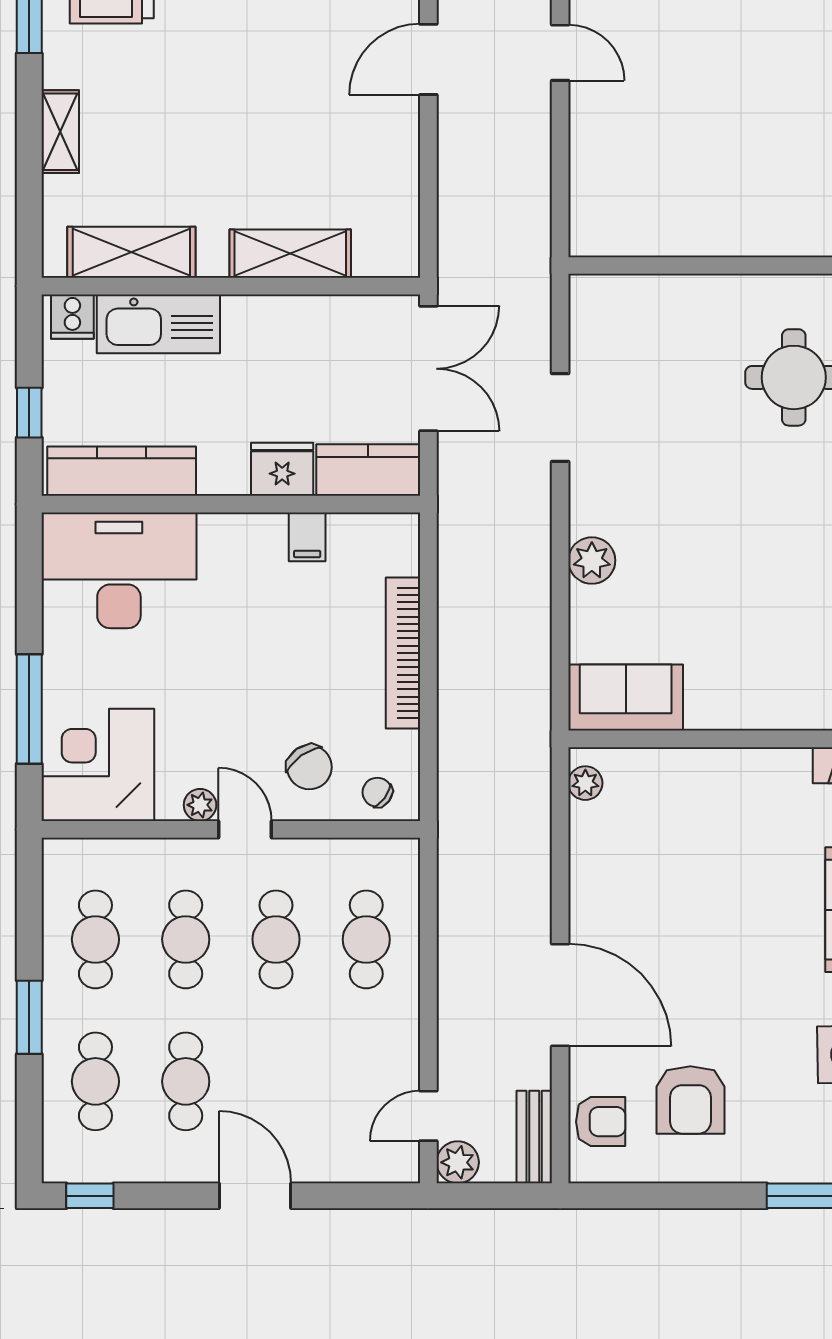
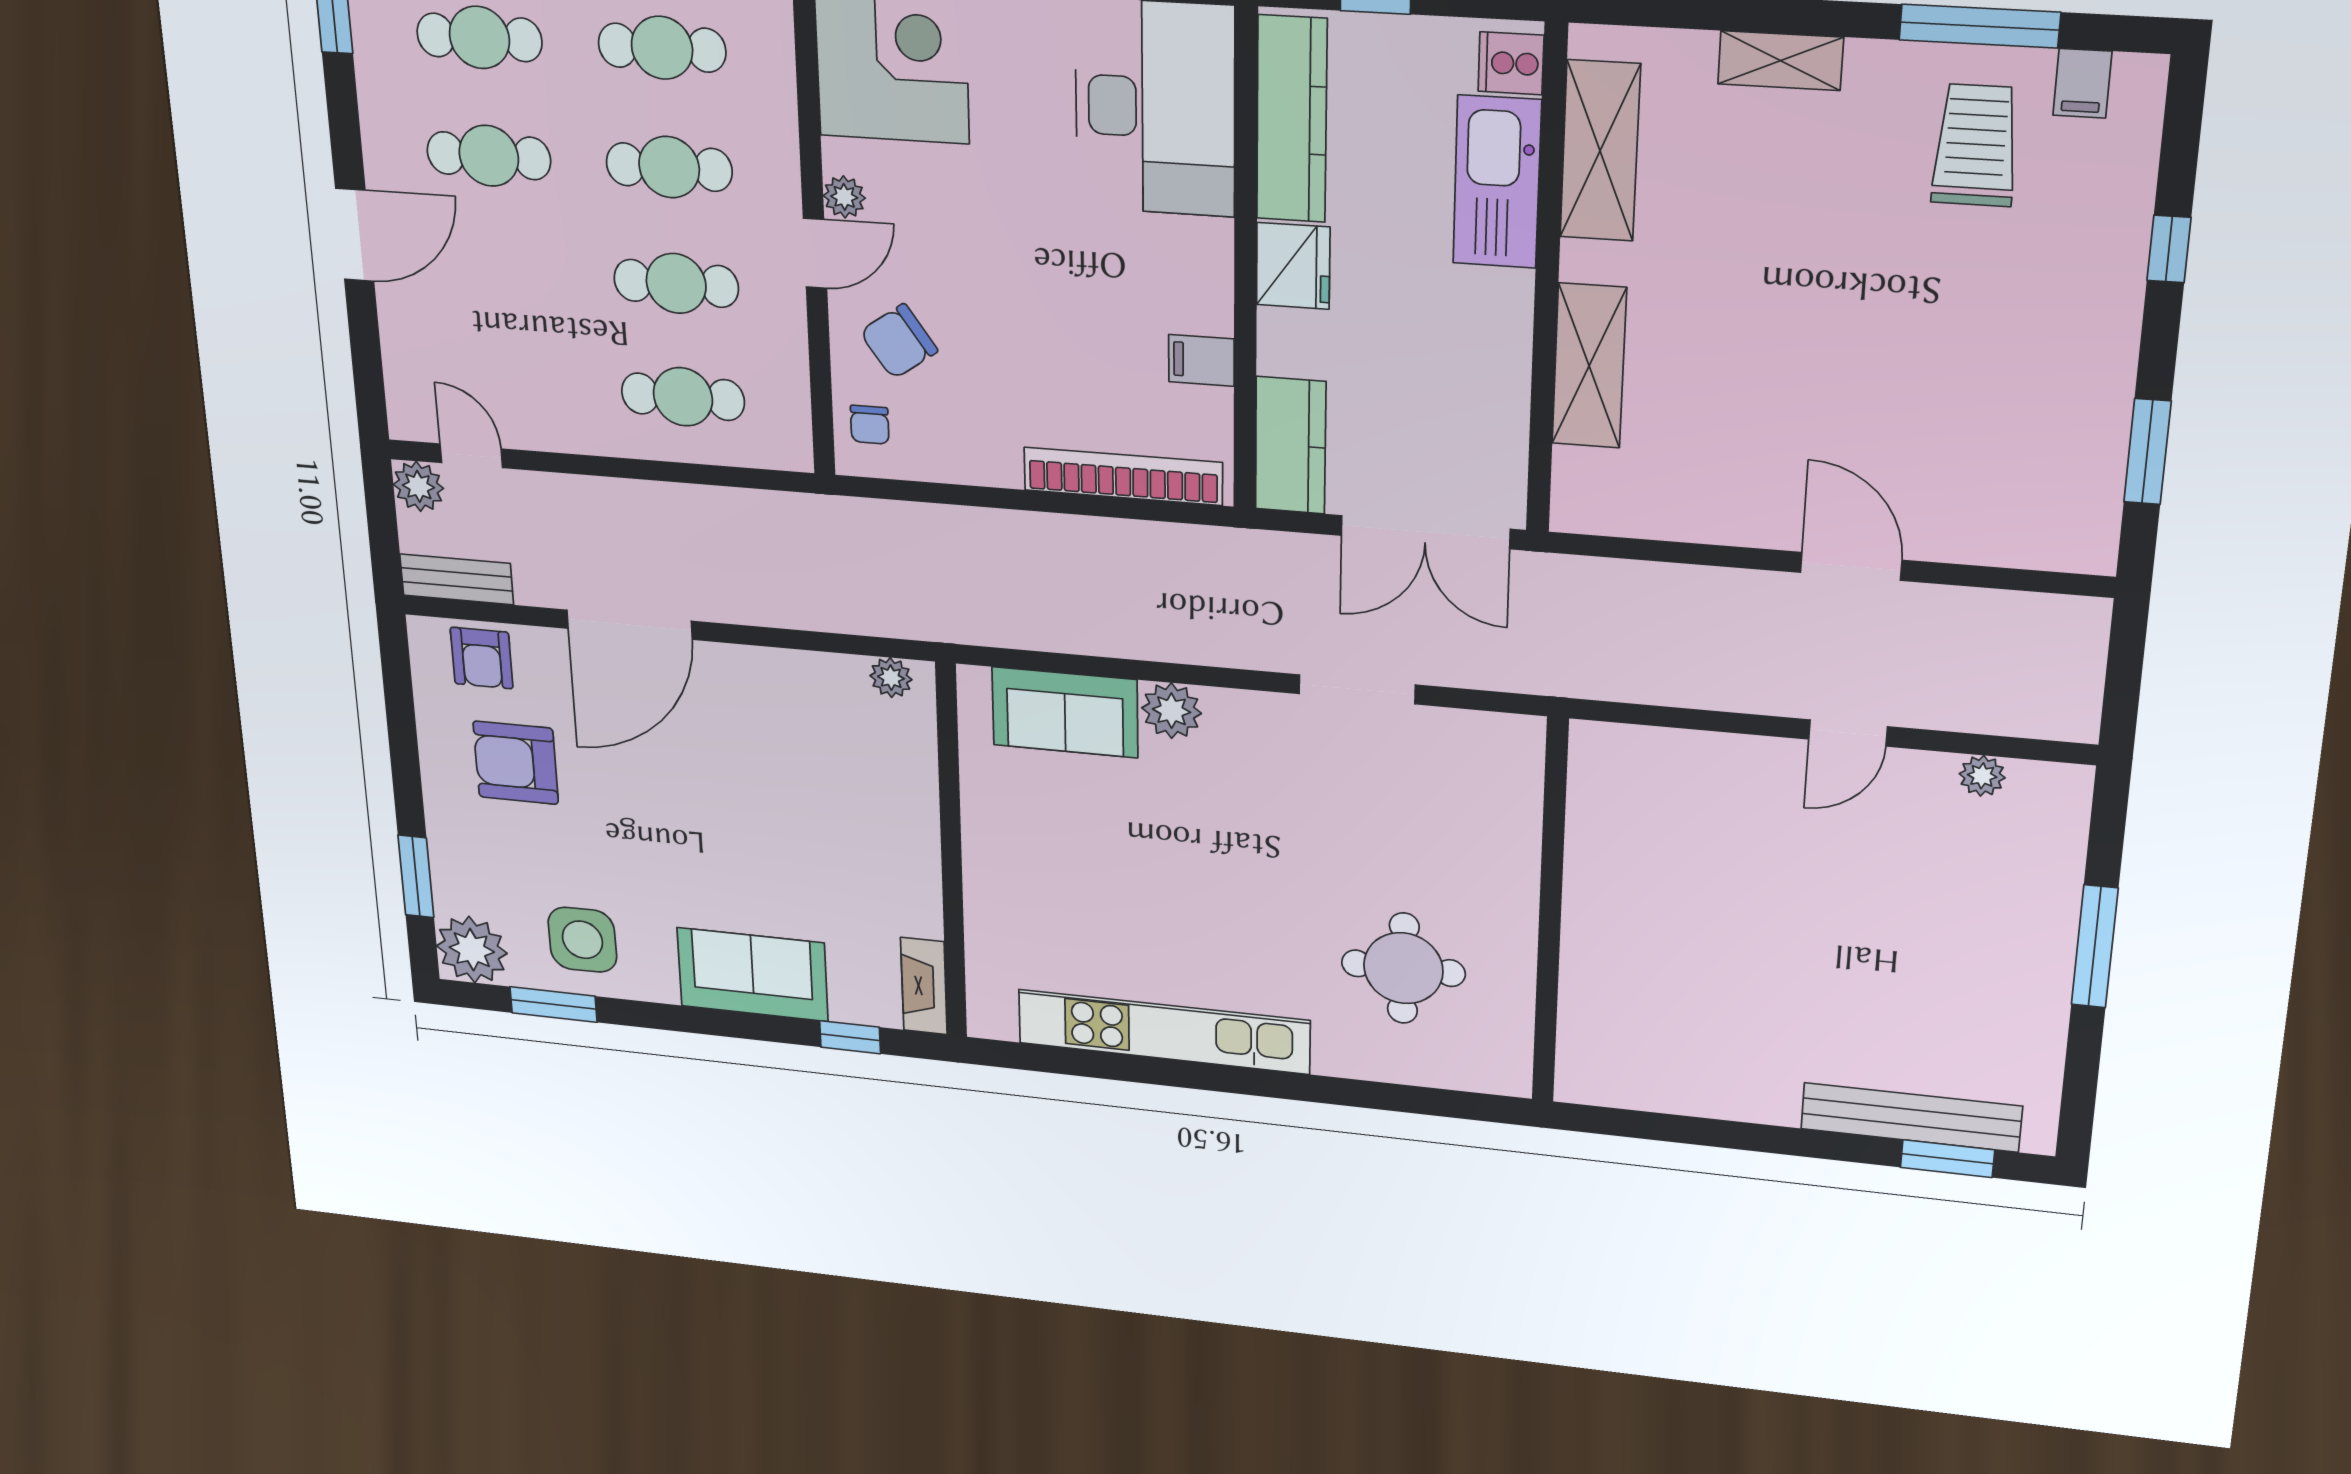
fridge: (282, 469) -> (1293, 266), moved
bookcase: (403, 653) -> (1123, 476), moved
sofa: (626, 697) -> (1065, 712), moved, turned 90
chair: (377, 792) -> (870, 425), turned 144

